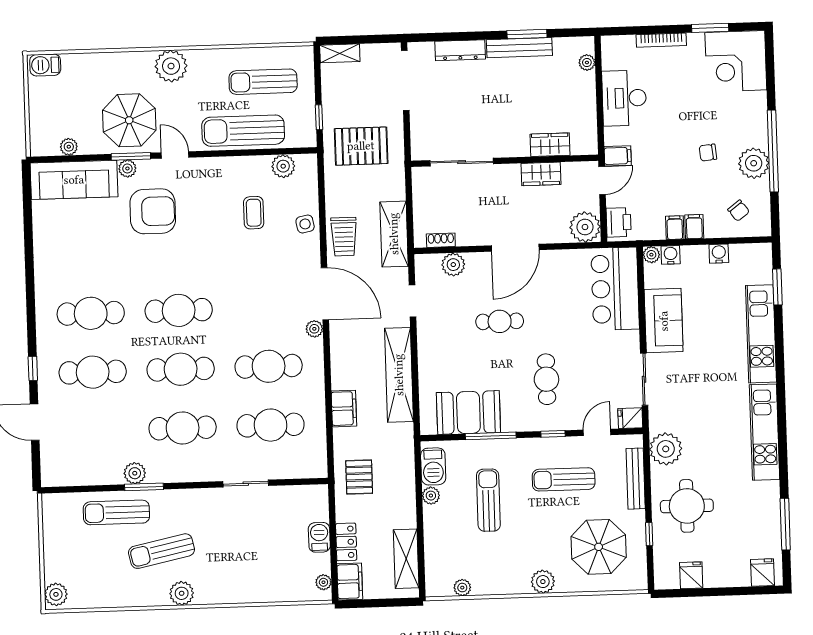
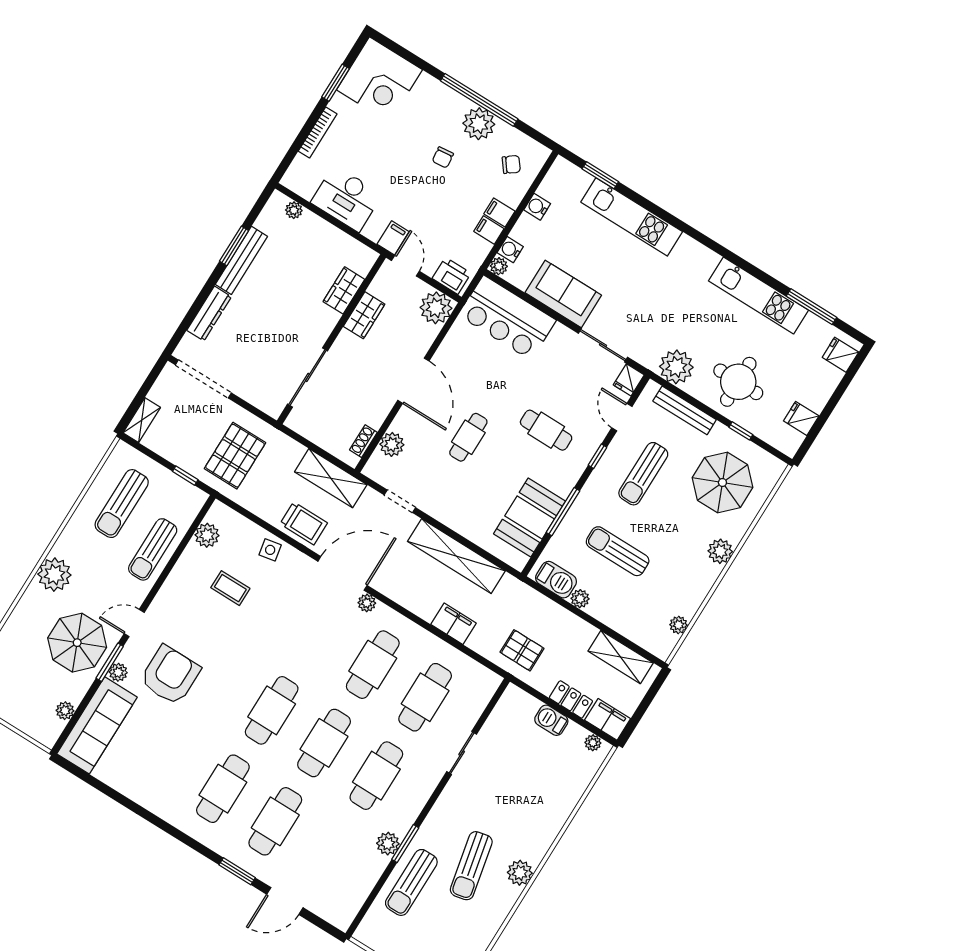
sun lounger: (243, 131) -> (153, 549), width x0.73, depth x0.75
window: (33, 368) -> (237, 871), width x1.50
kitchen unit: (764, 432) -> (758, 295), moved

